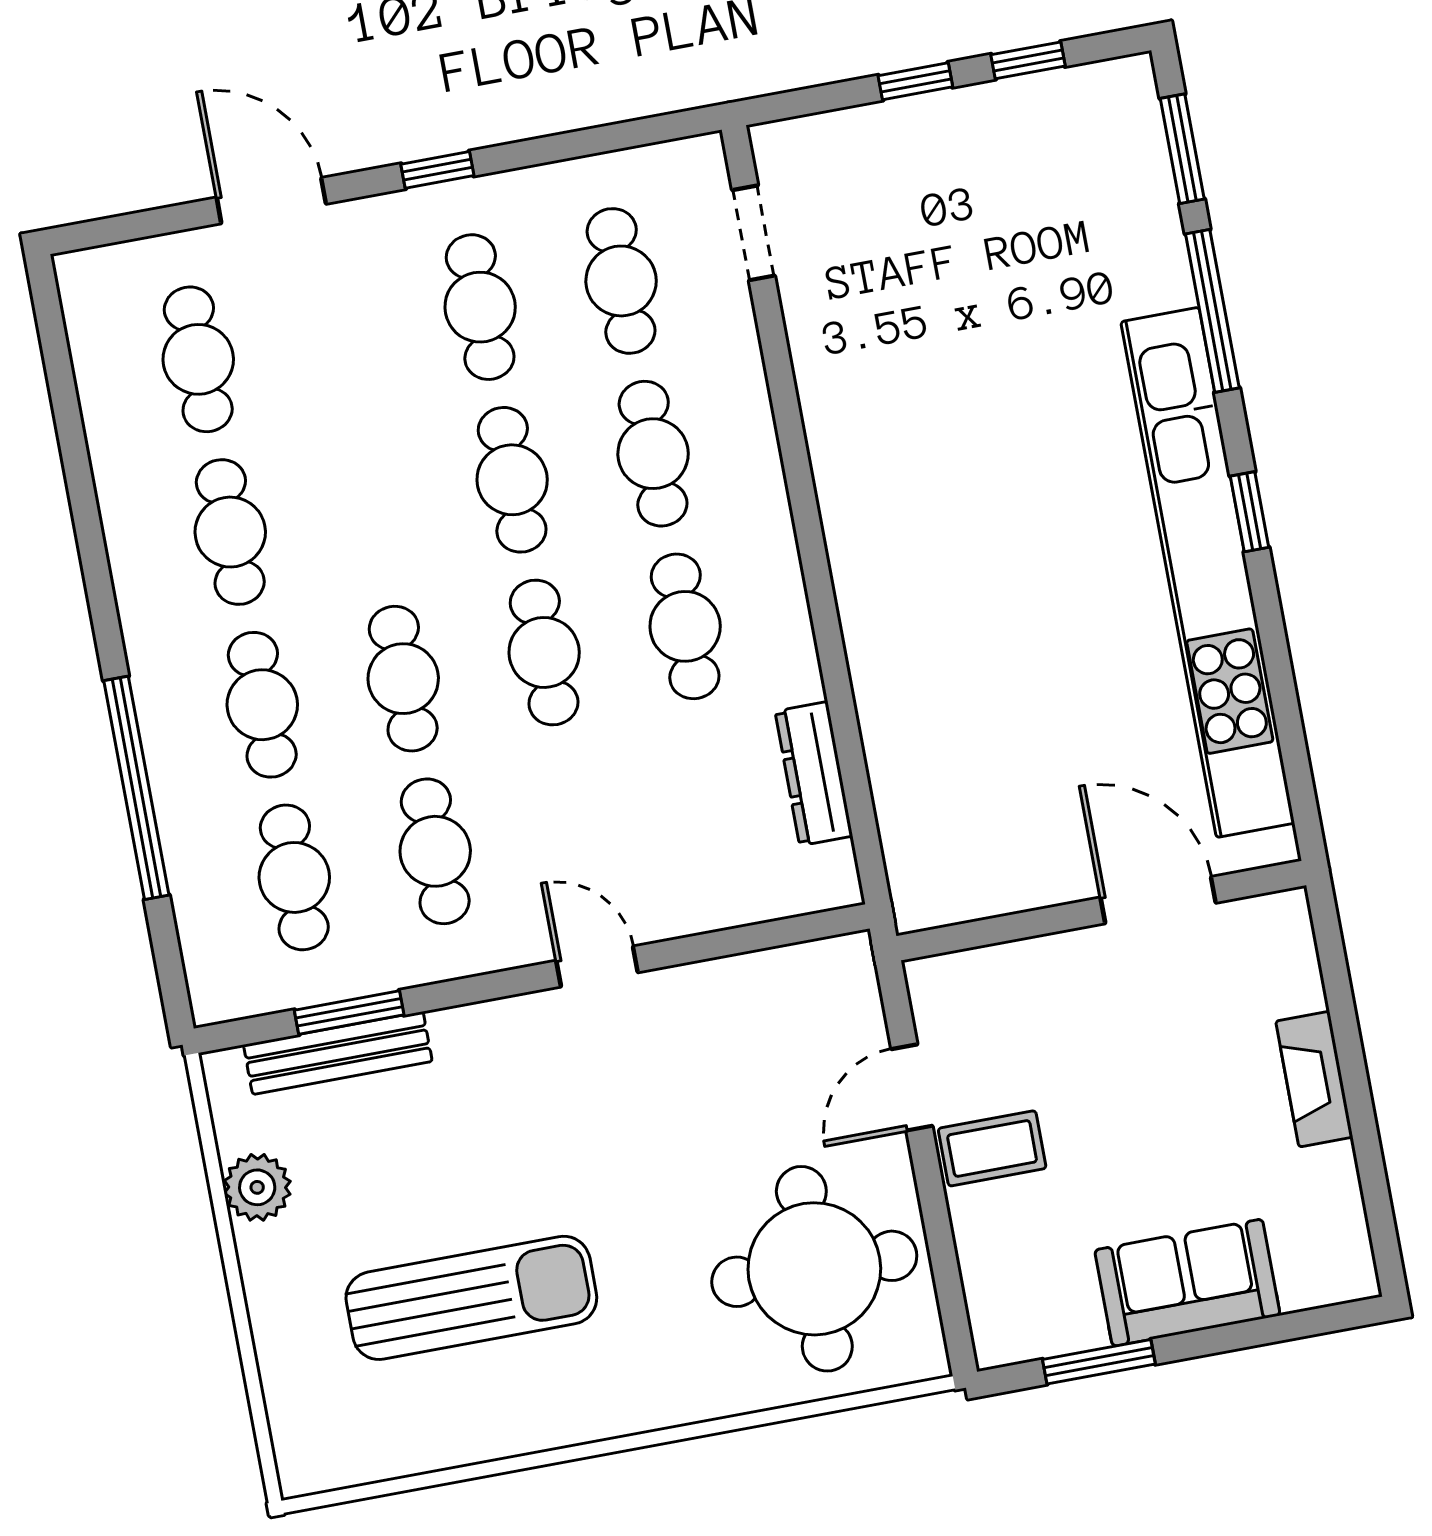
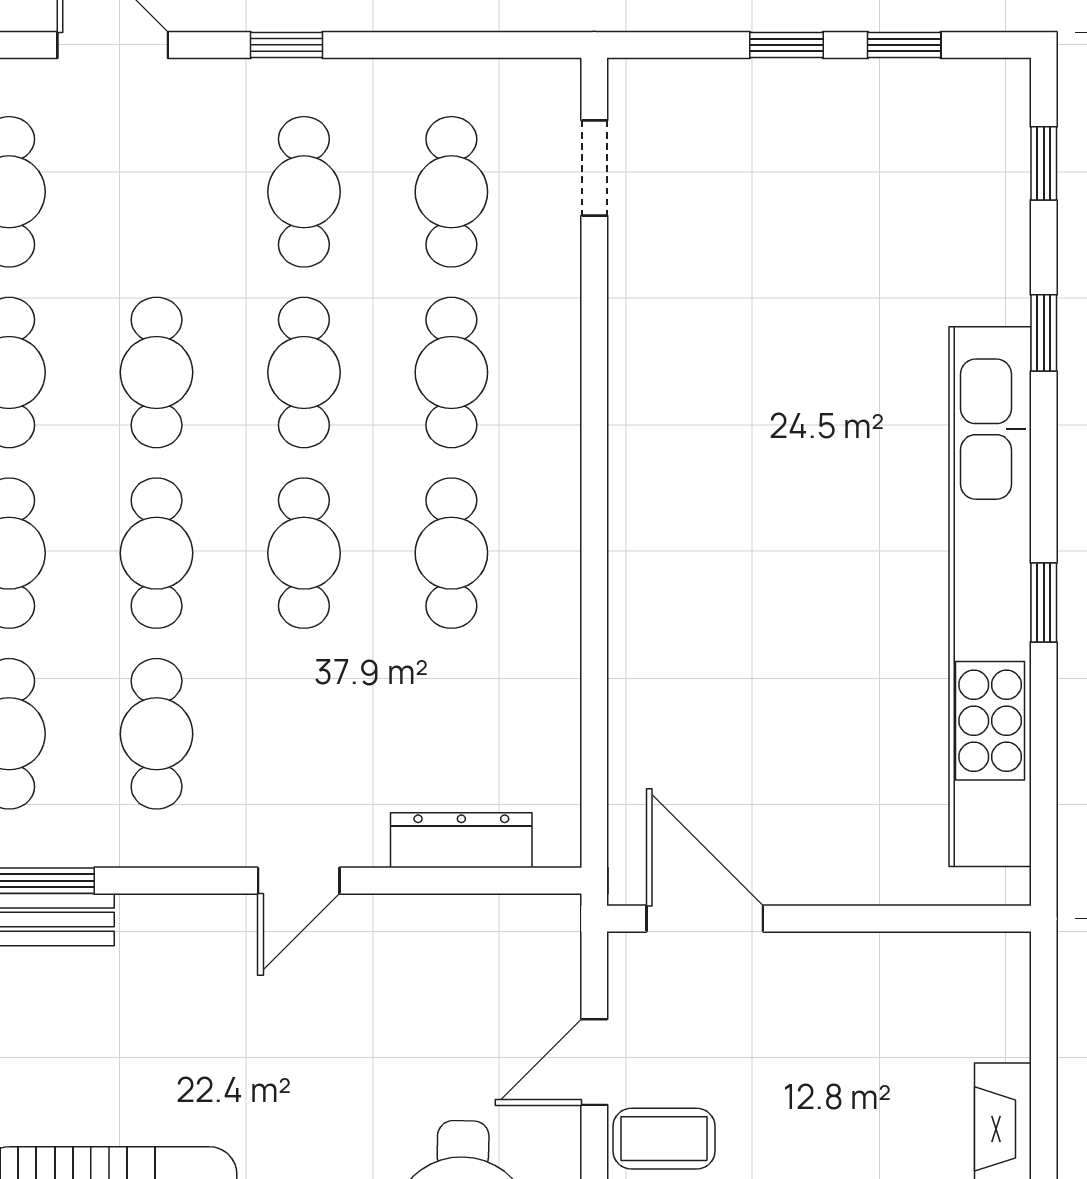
window: (1182, 149) -> (1044, 163), width x0.67
window: (1212, 311) -> (1044, 333), width x0.46
cafe table: (371, 506) -> (157, 372), added
window: (1250, 512) -> (1044, 602), moved
dresser: (814, 774) -> (461, 840), moved, turned 90
door: (1158, 900) -> (705, 919), moved
door: (597, 967) -> (299, 881), swing flipped

